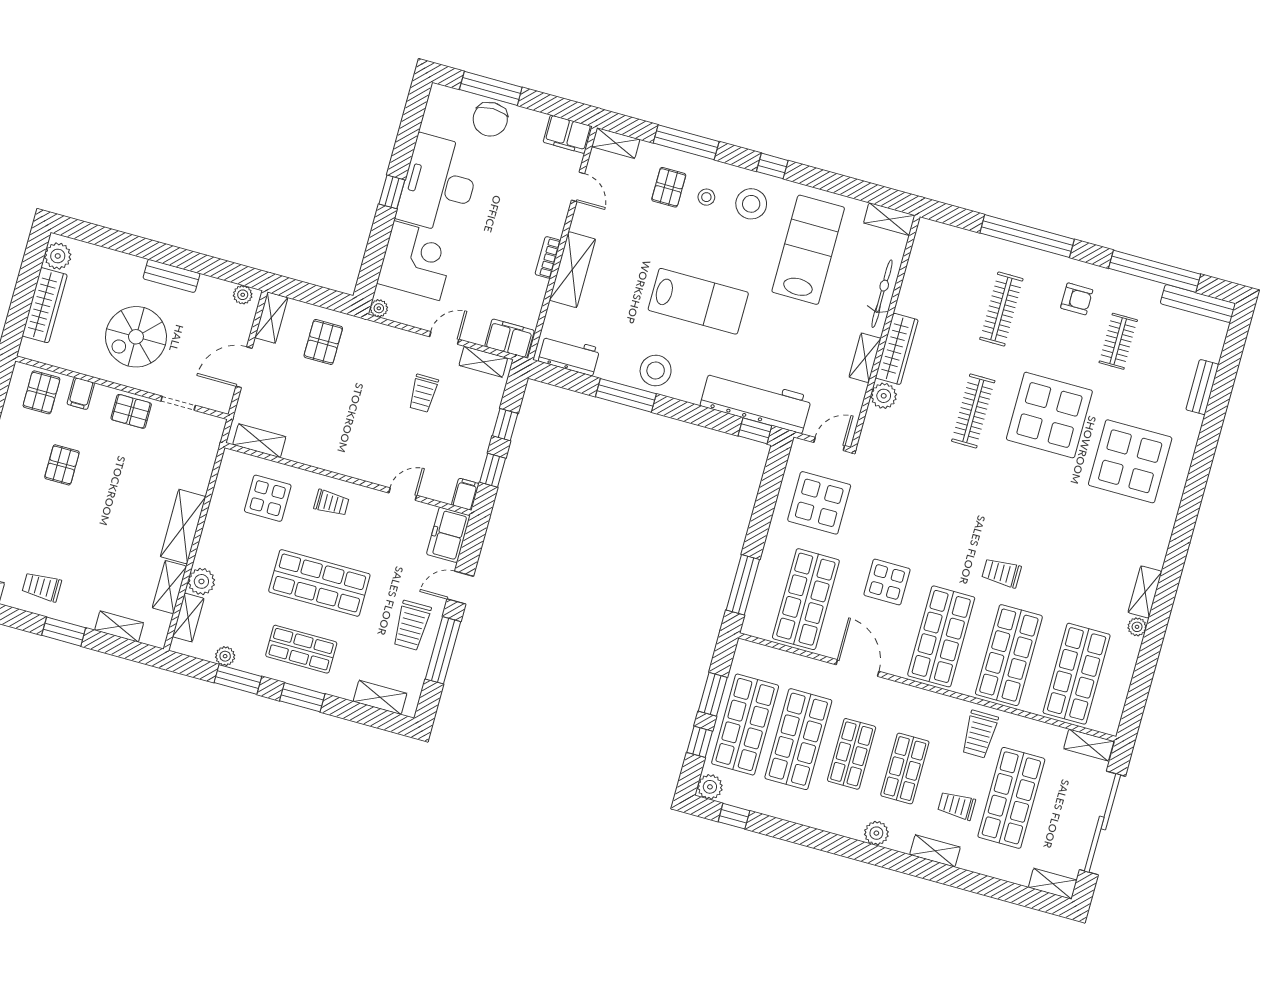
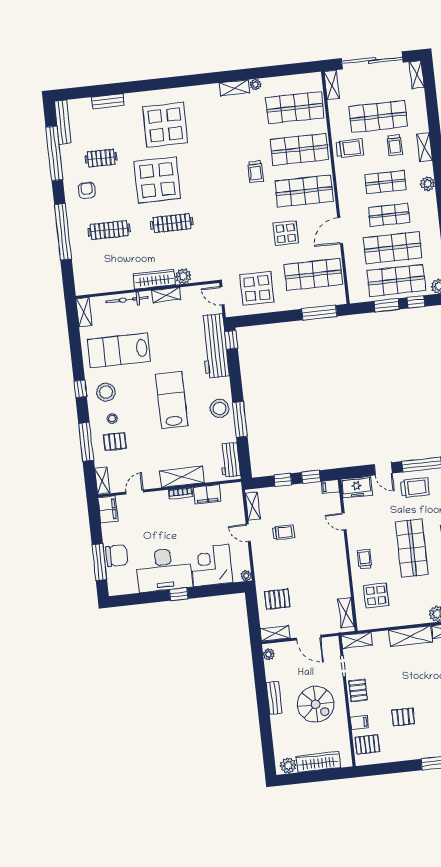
filing cabinet: (509, 338) -> (207, 494), moved, turned -90
shelving: (210, 440) -> (357, 640), added

